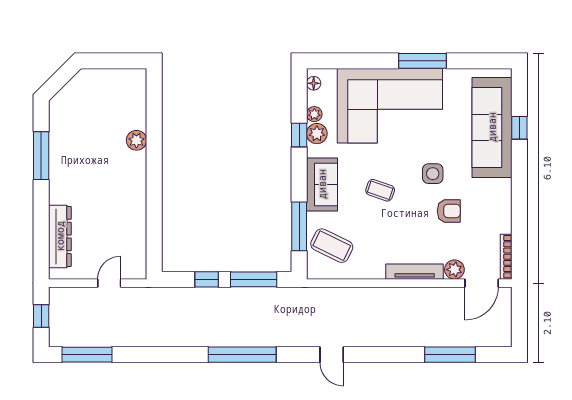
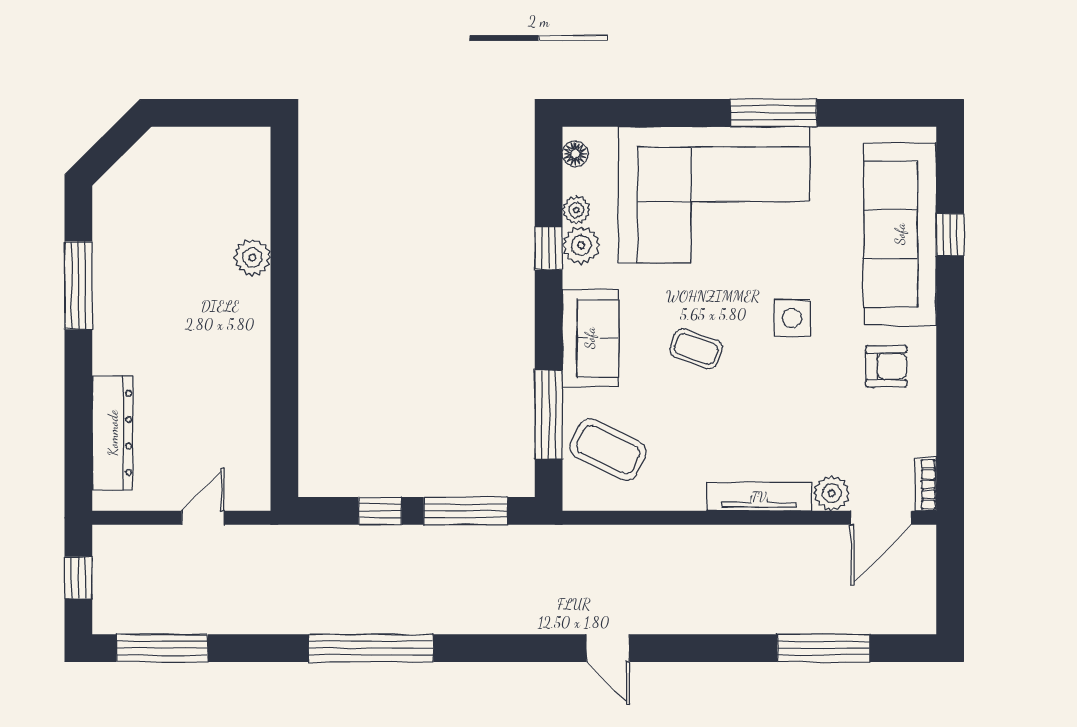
armchair: (449, 211) -> (886, 366), moved
bookcase: (506, 257) -> (926, 484), width x0.64
window: (242, 355) -> (371, 648), moved

